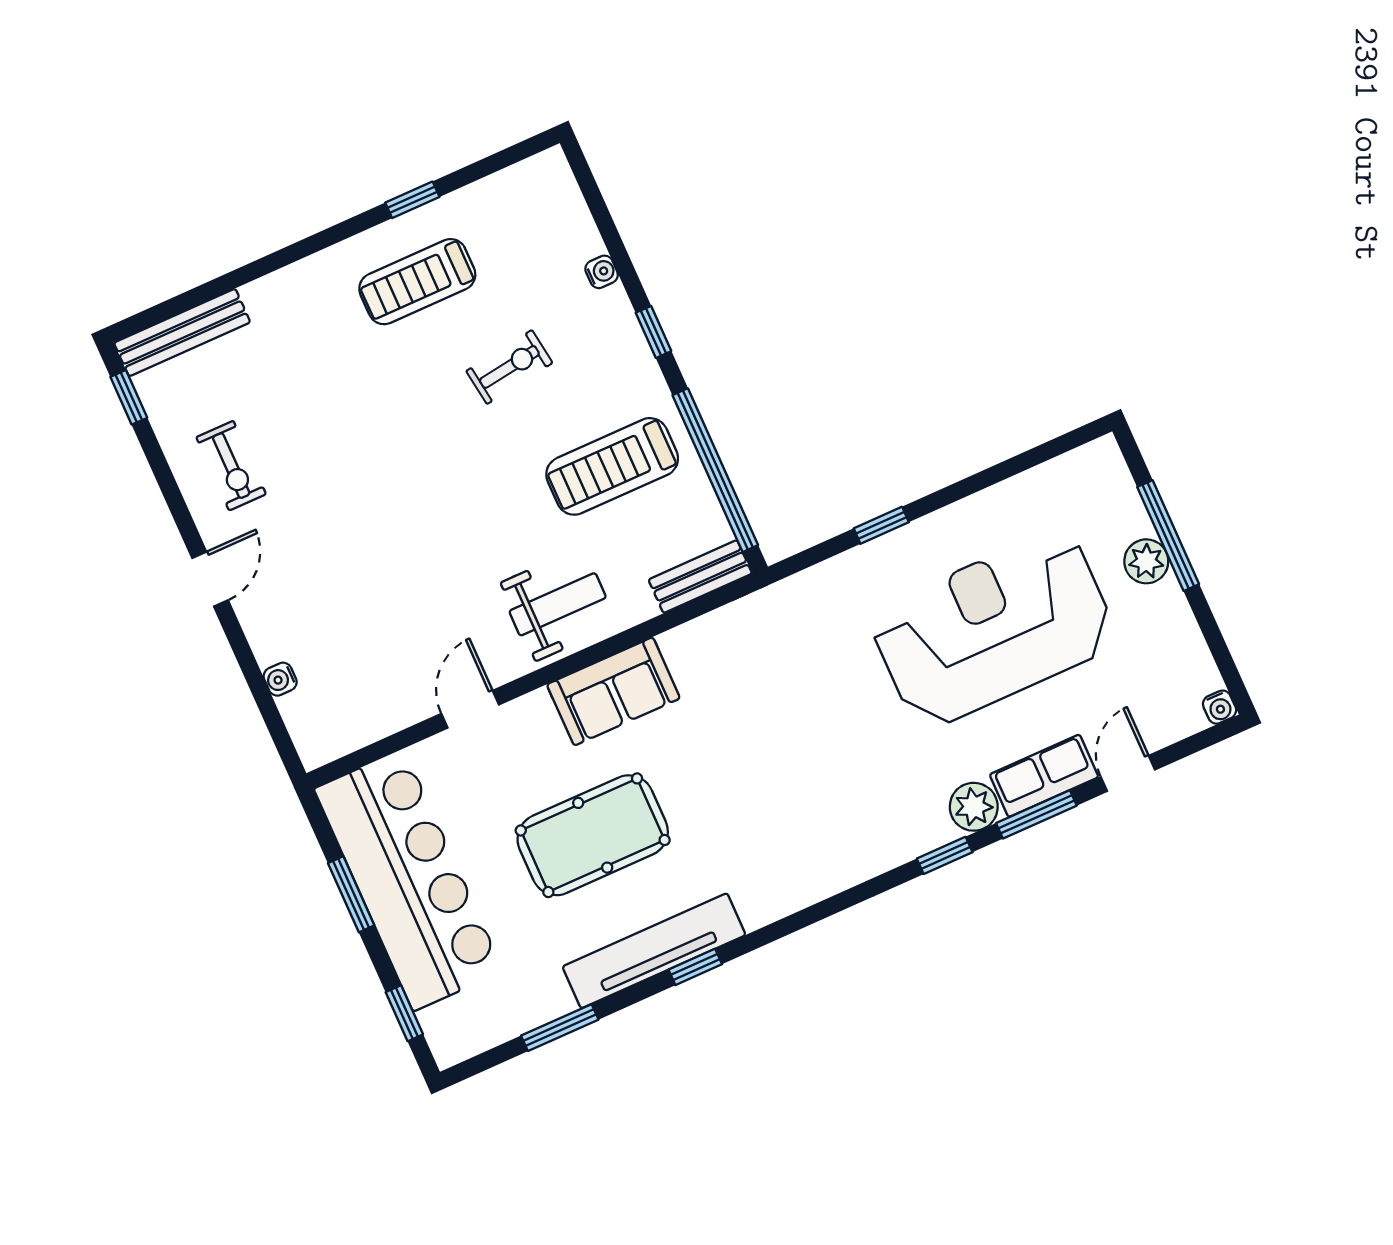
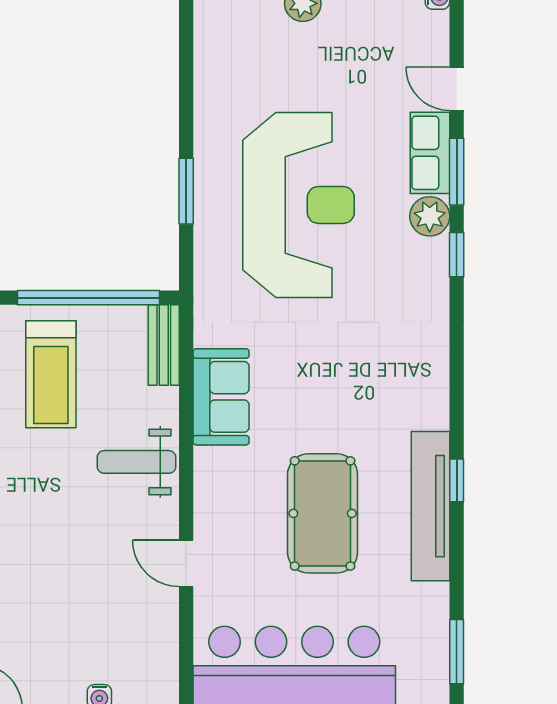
window: (881, 525) -> (186, 191), width x1.50
weight bench: (558, 604) -> (137, 462), turned -90
reception desk: (993, 629) -> (298, 205), moved, turned 180
sofa: (613, 691) -> (221, 397), moved
window: (560, 1028) -> (457, 652), moved

